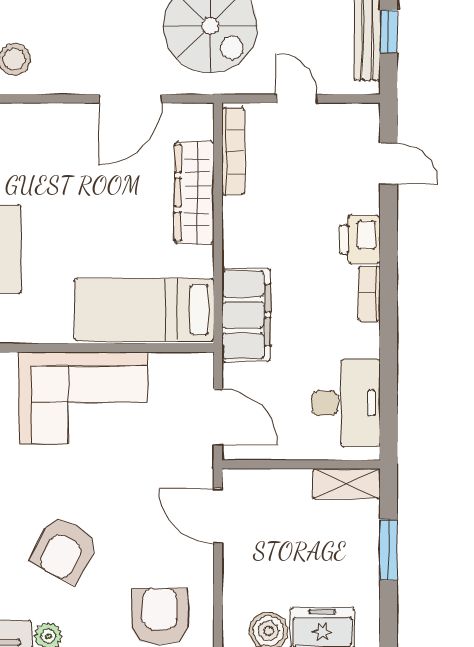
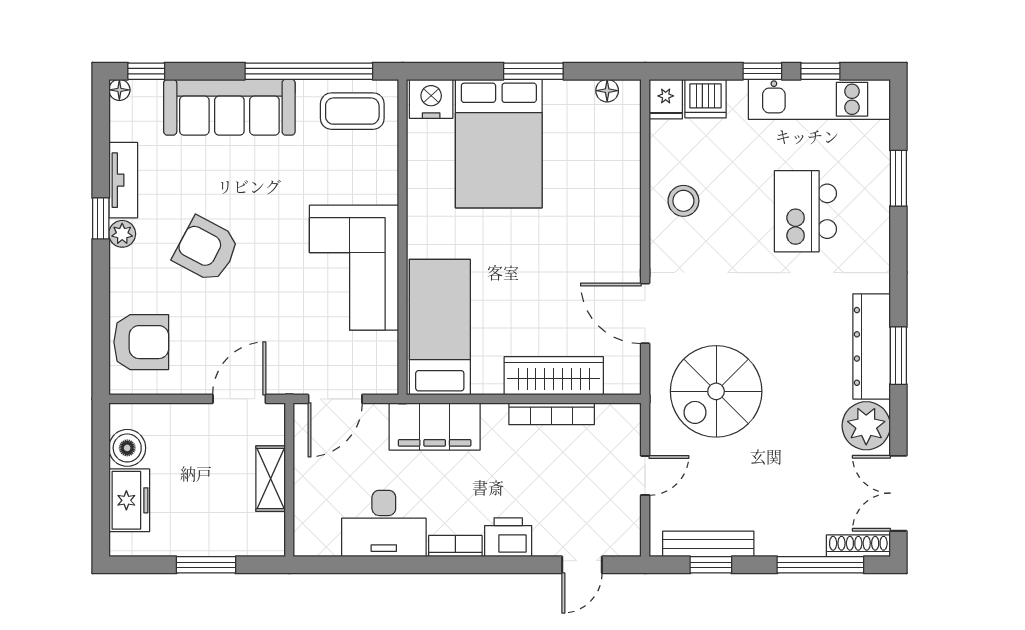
bookcase: (233, 151) -> (552, 414), moved
desk: (346, 403) -> (384, 524), moved
shelving: (347, 483) -> (271, 479), moved

